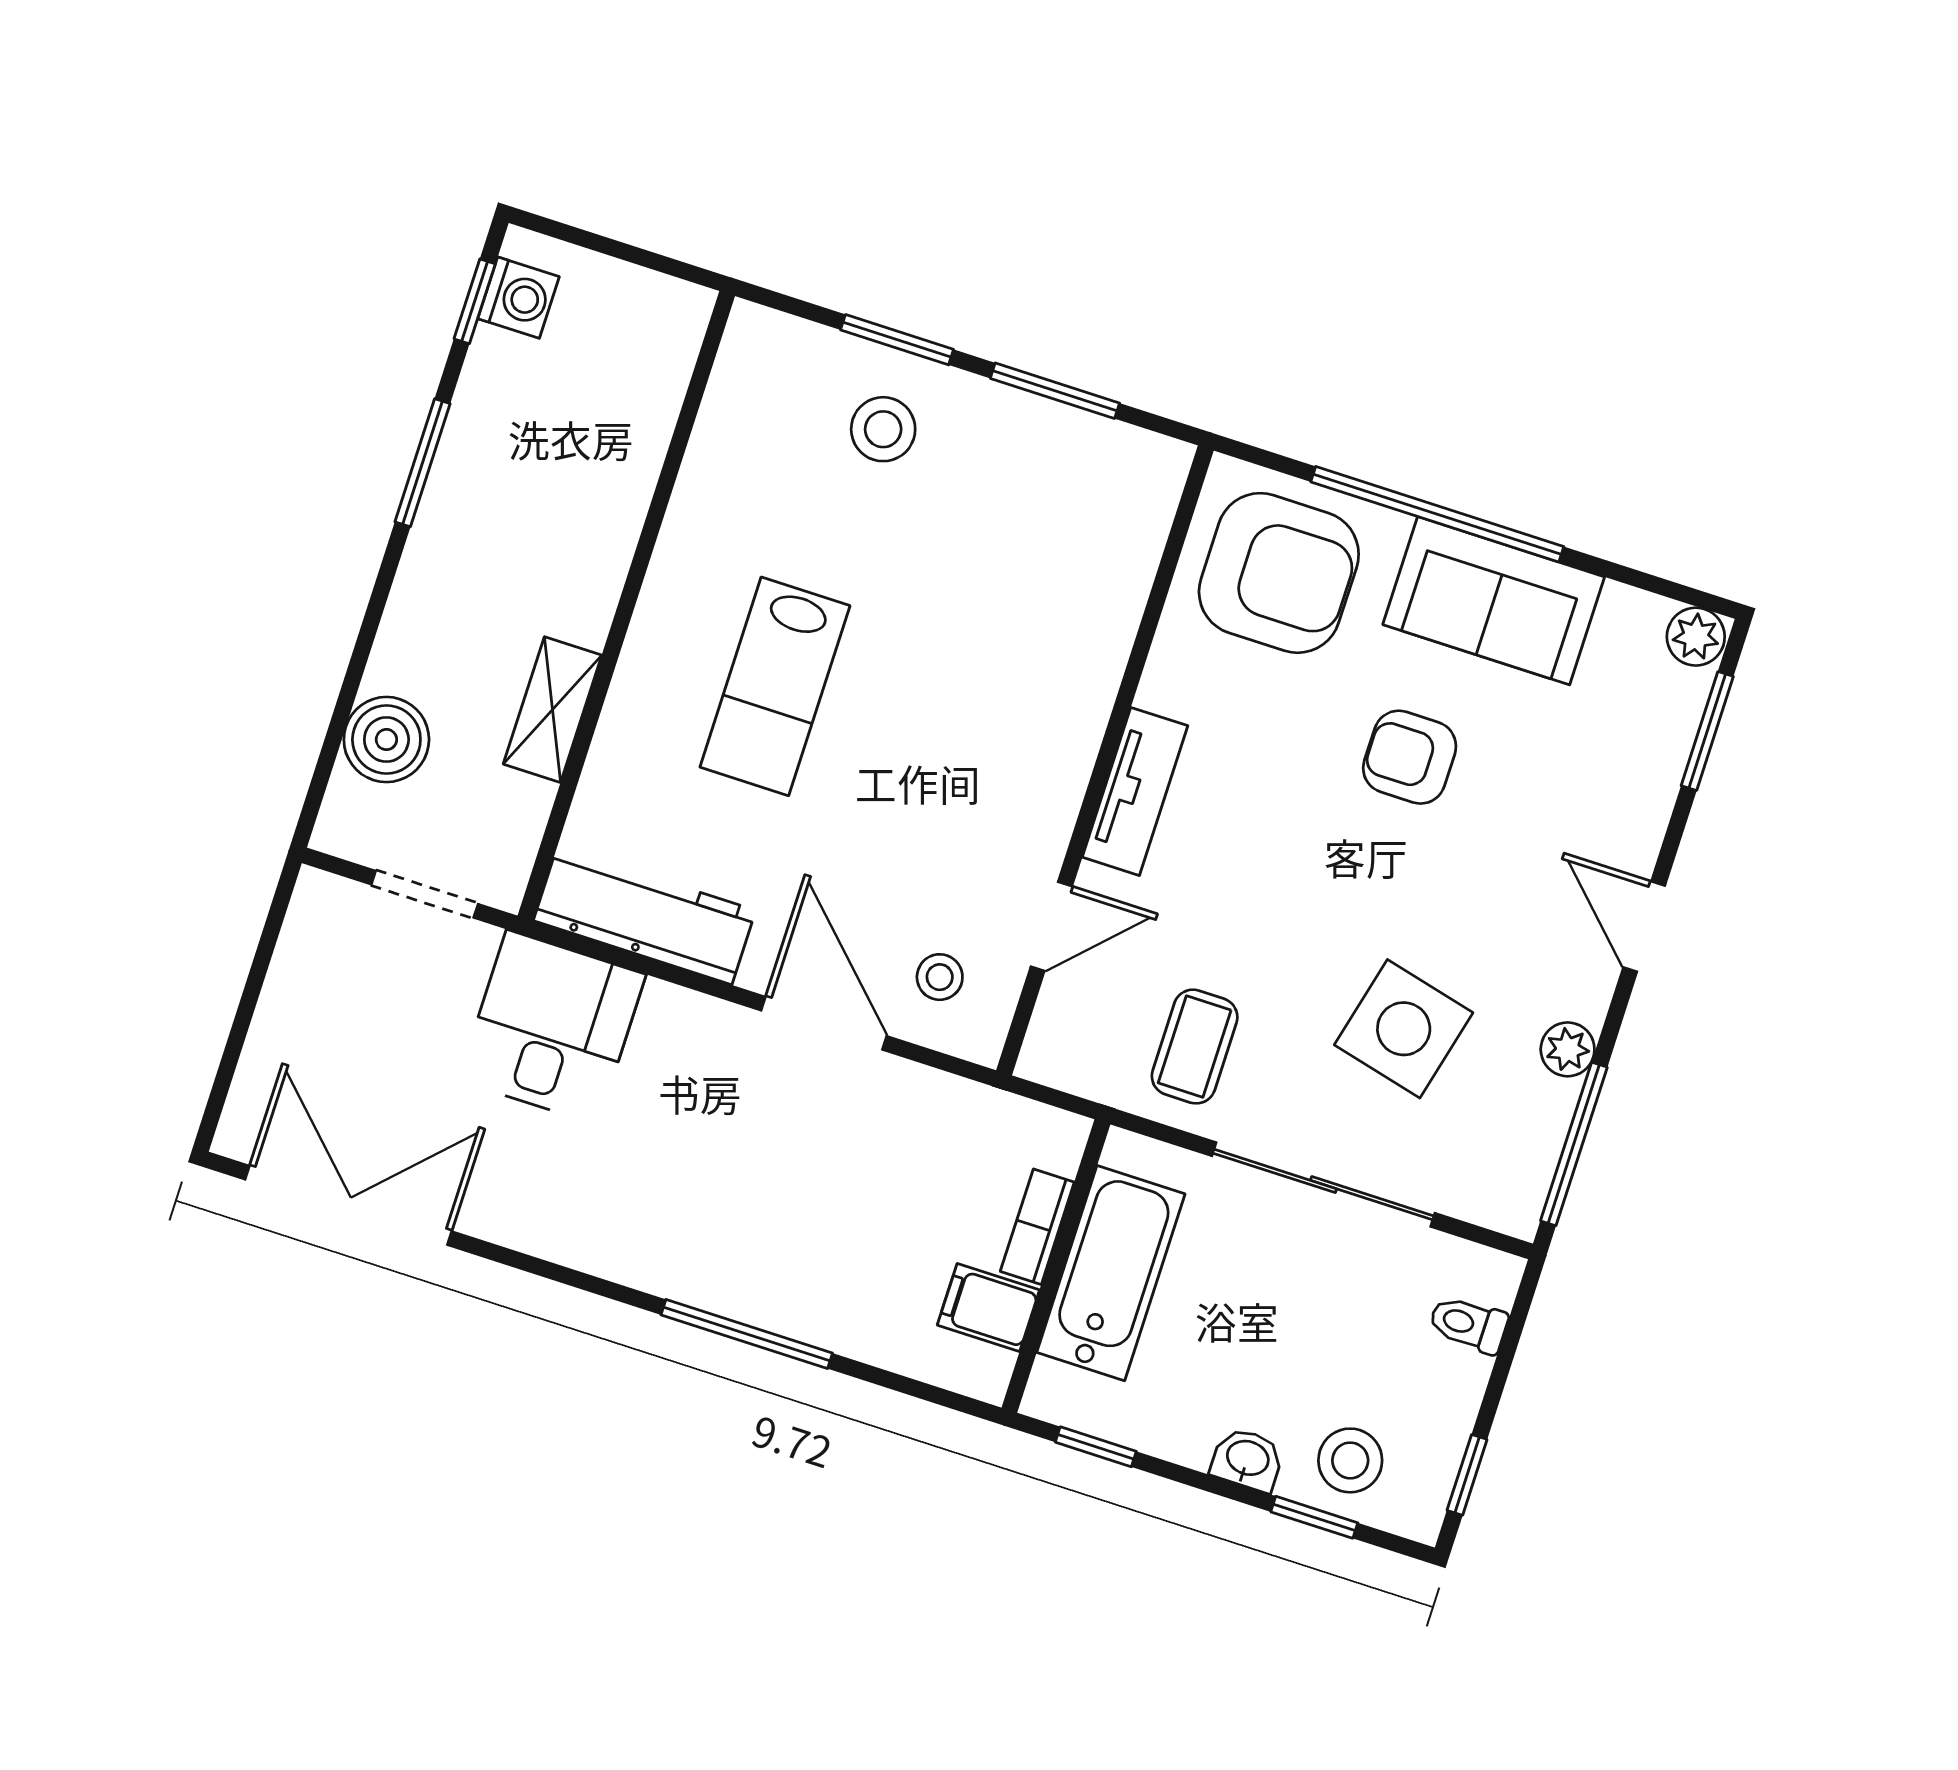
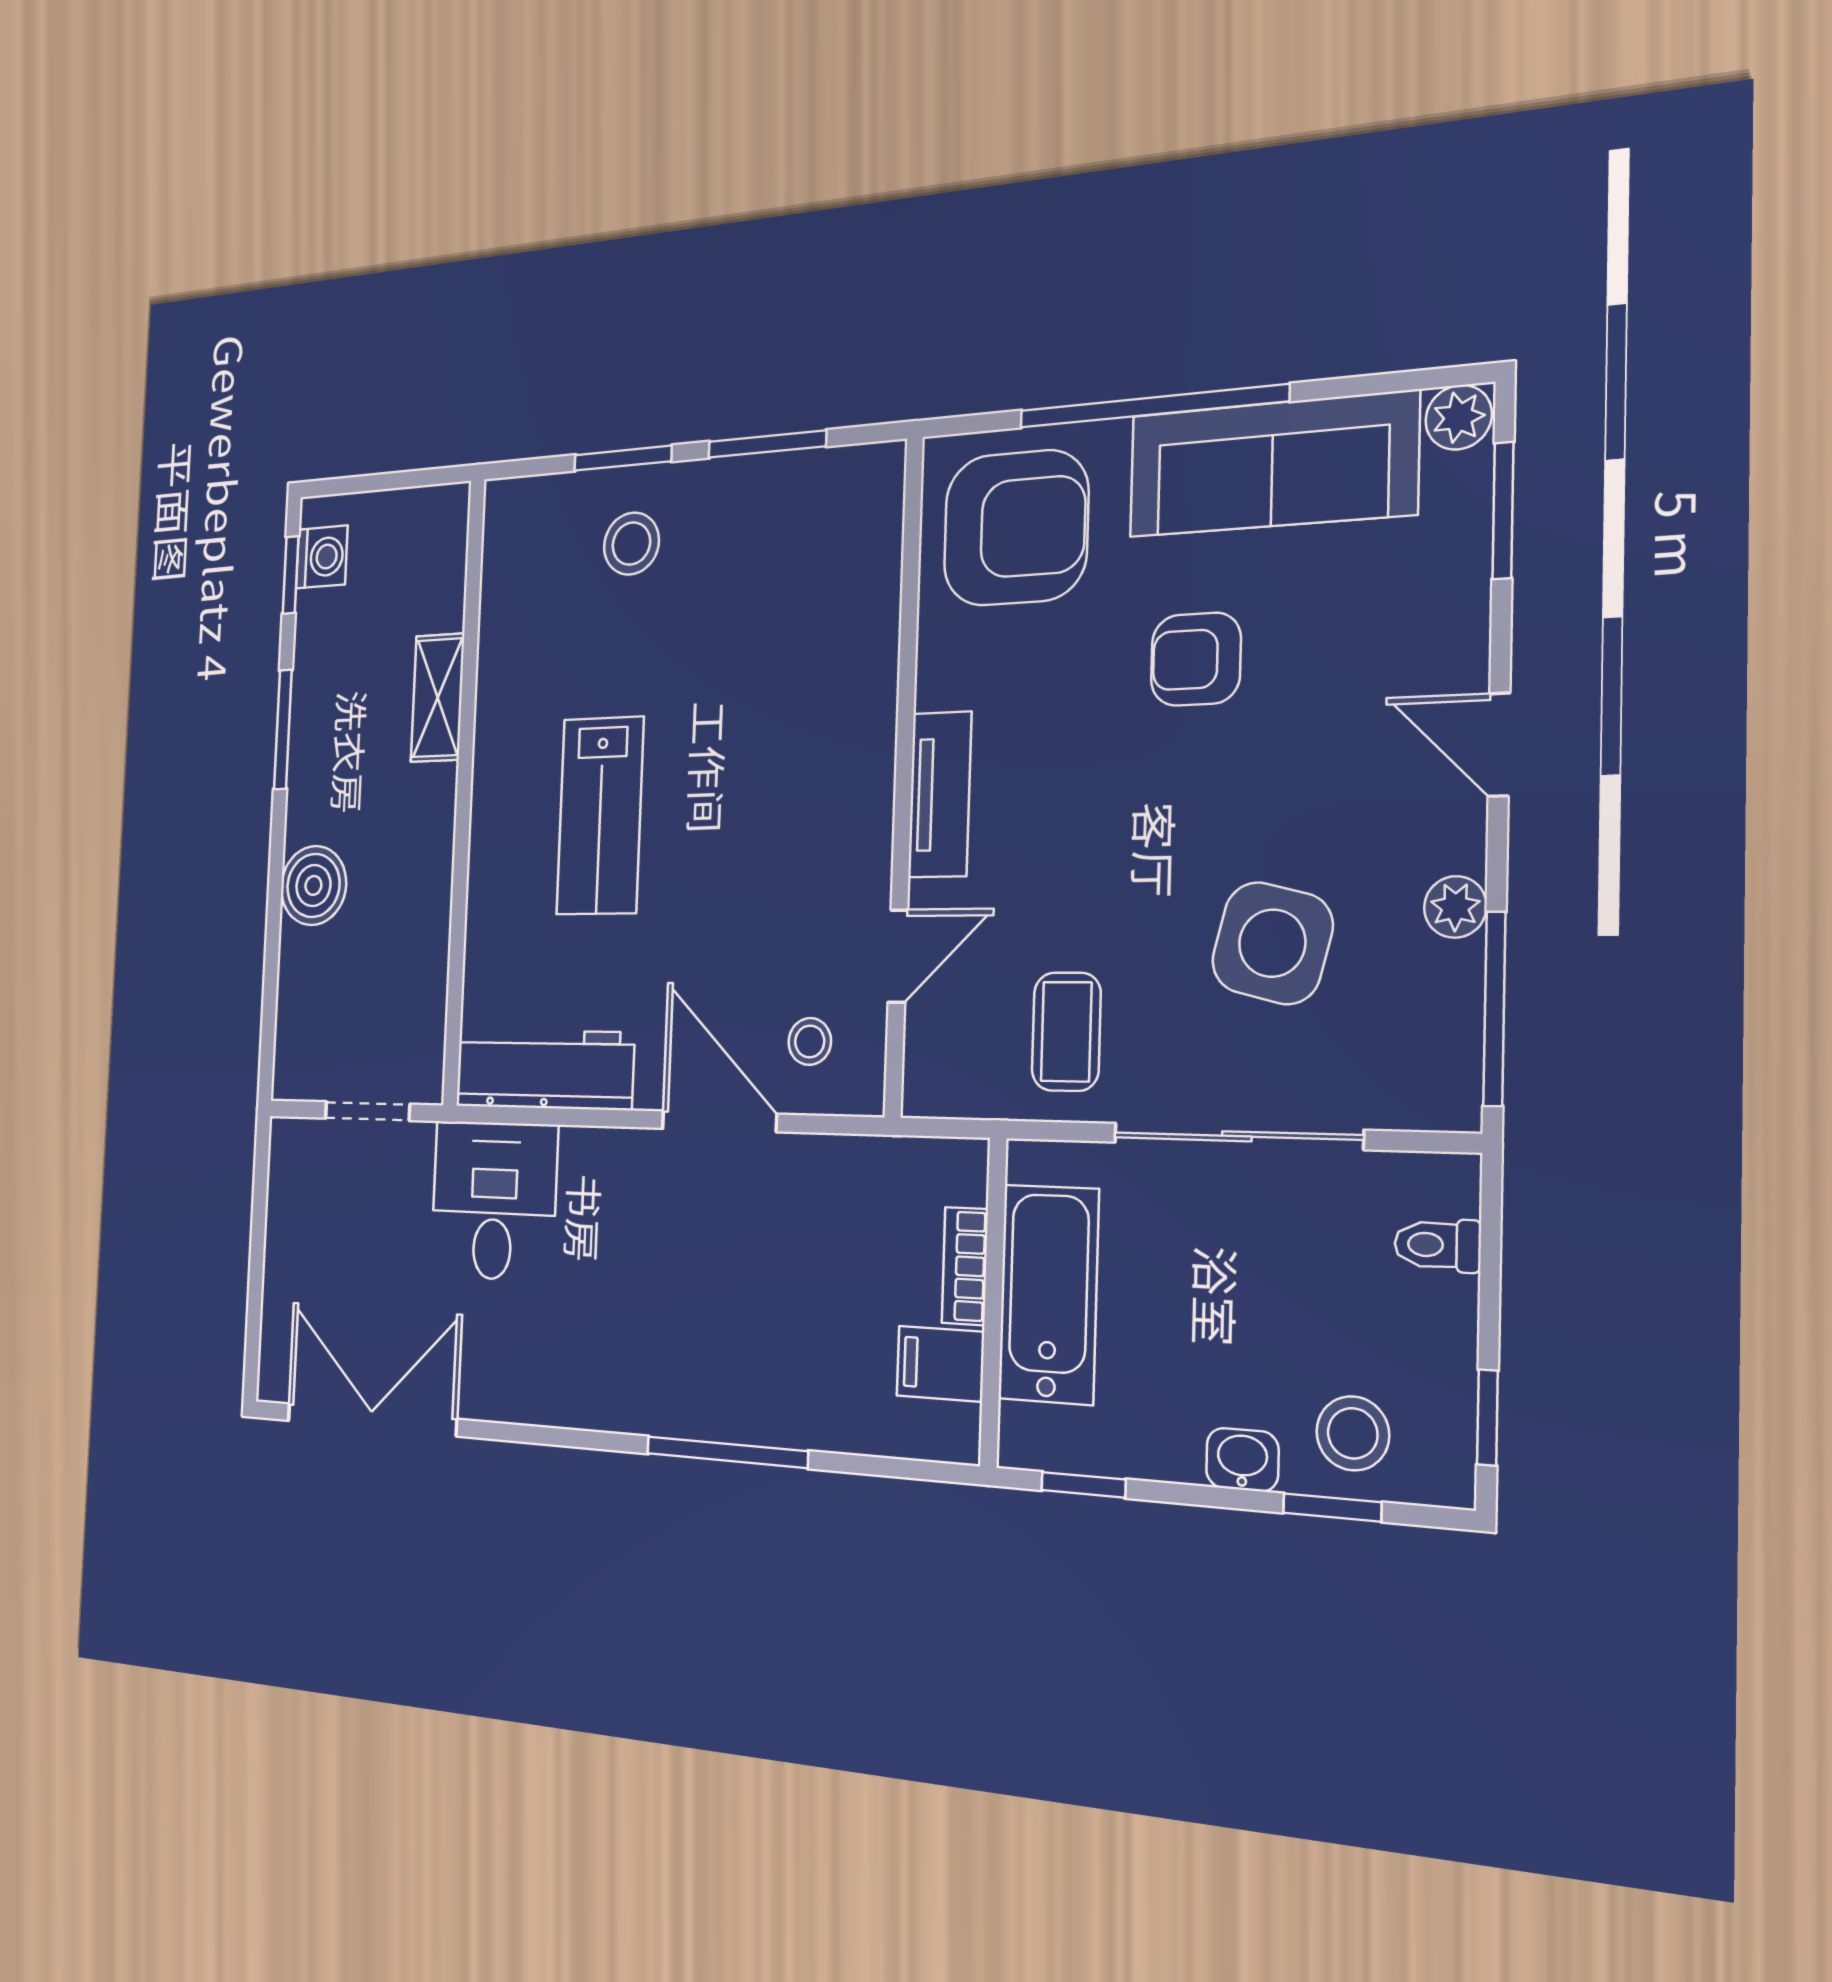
sofa: (1494, 601) -> (1272, 465), width x1.36
shelving: (553, 710) -> (438, 698), moved
boiler: (386, 740) -> (313, 885), moved

